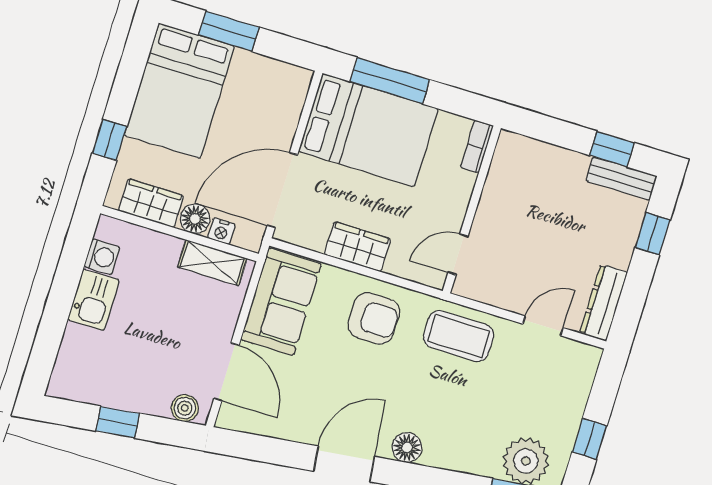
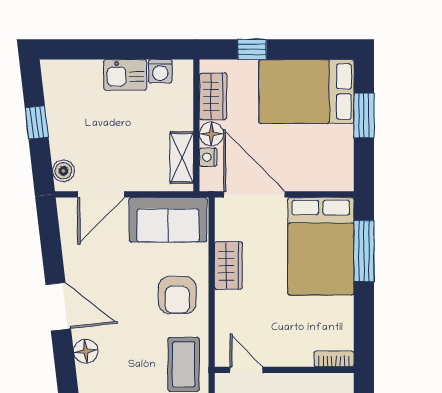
bookcase: (477, 146) -> (334, 359), moved
wall: (472, 210) -> (284, 370), moved
door: (458, 254) -> (246, 370), moved

